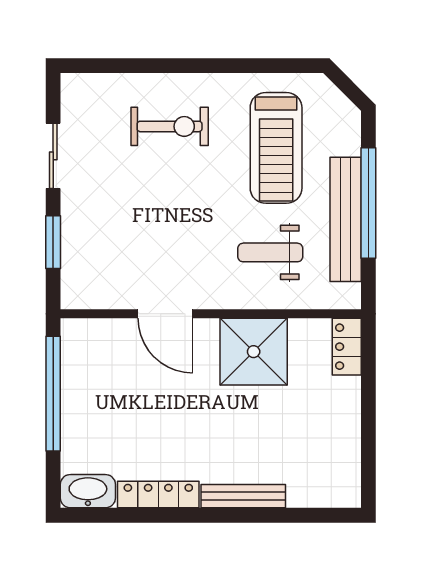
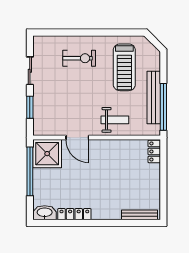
window: (368, 203) -> (163, 107), moved
weight bench: (270, 252) -> (115, 120), moved, turned 180
shower: (254, 352) -> (47, 154), moved
bench: (243, 496) -> (140, 215), moved

